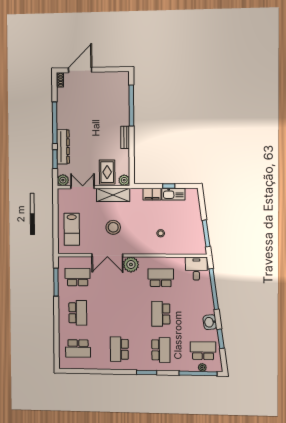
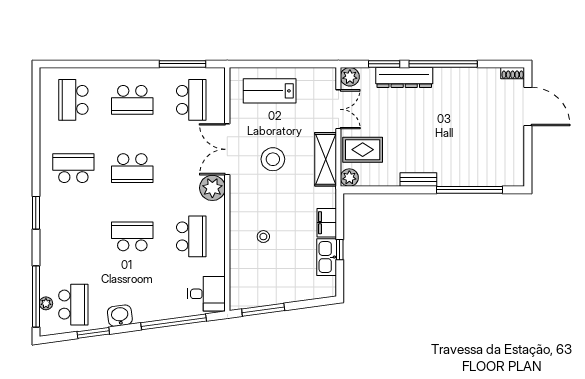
school desk: (161, 350) -> (132, 168), moved

